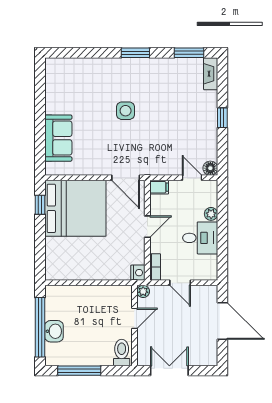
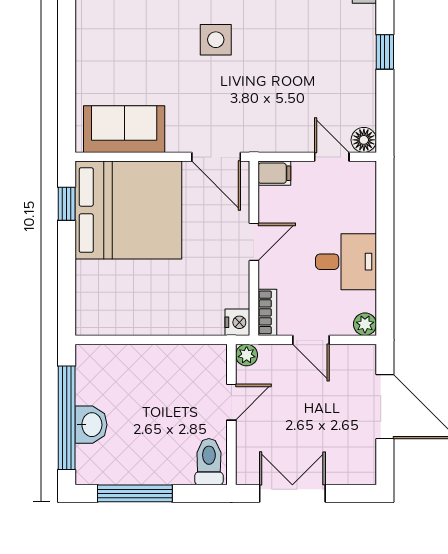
sofa: (58, 138) -> (124, 129), moved, turned -90
plant: (211, 214) -> (365, 324), moved

